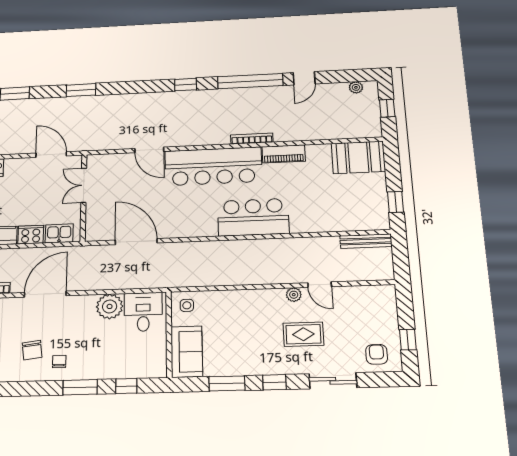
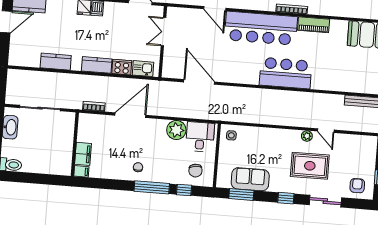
rug: (303, 334) -> (310, 166), width x1.36, depth x1.43
chair: (32, 350) -> (195, 171), moved
sofa: (187, 352) -> (250, 179), moved, turned -90
window: (227, 383) -> (241, 195), moved
window: (80, 387) -> (152, 187), width x1.44

